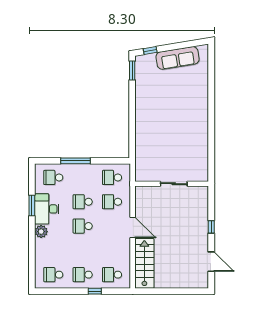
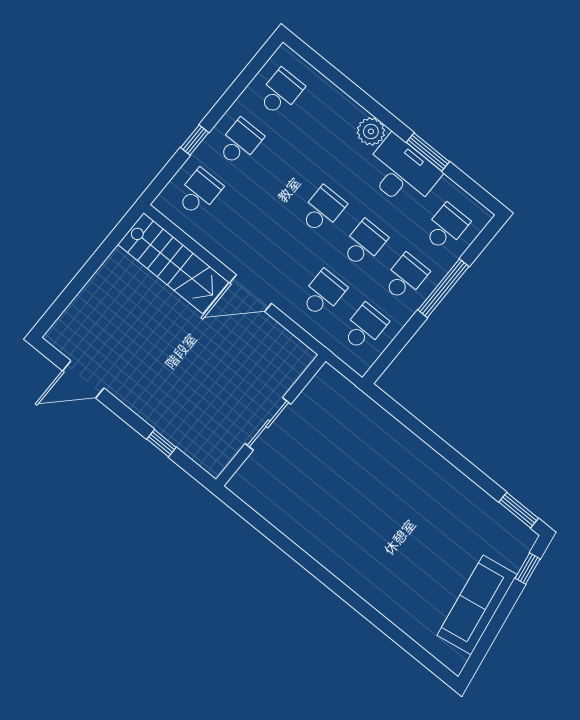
school desk: (83, 177) -> (405, 277), added
window: (211, 227) -> (161, 443), moved

